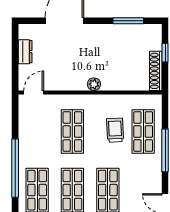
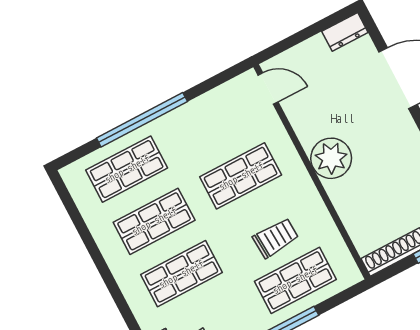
dresser: (25, 52) -> (345, 32), moved
plant: (94, 84) -> (331, 158), width x1.87, depth x1.87

